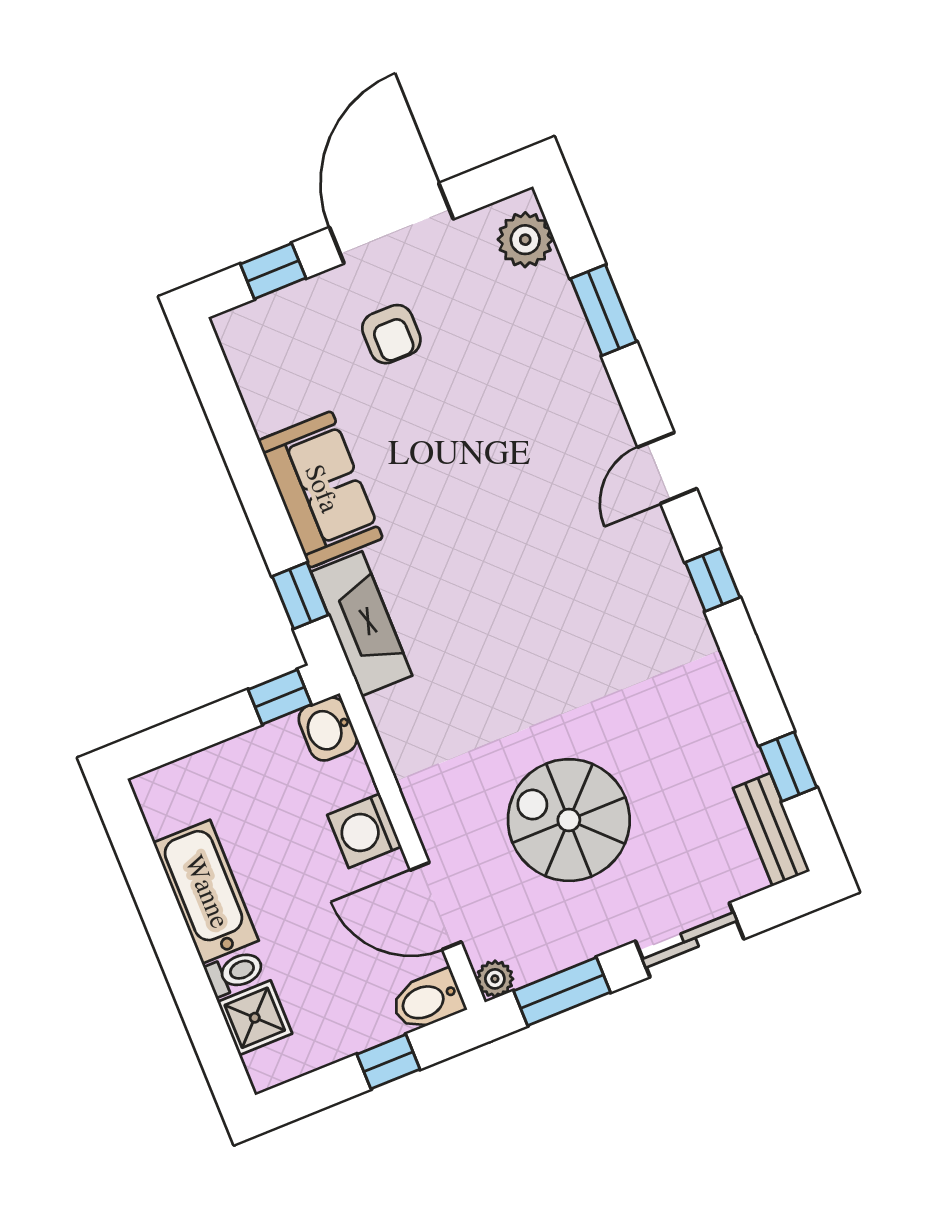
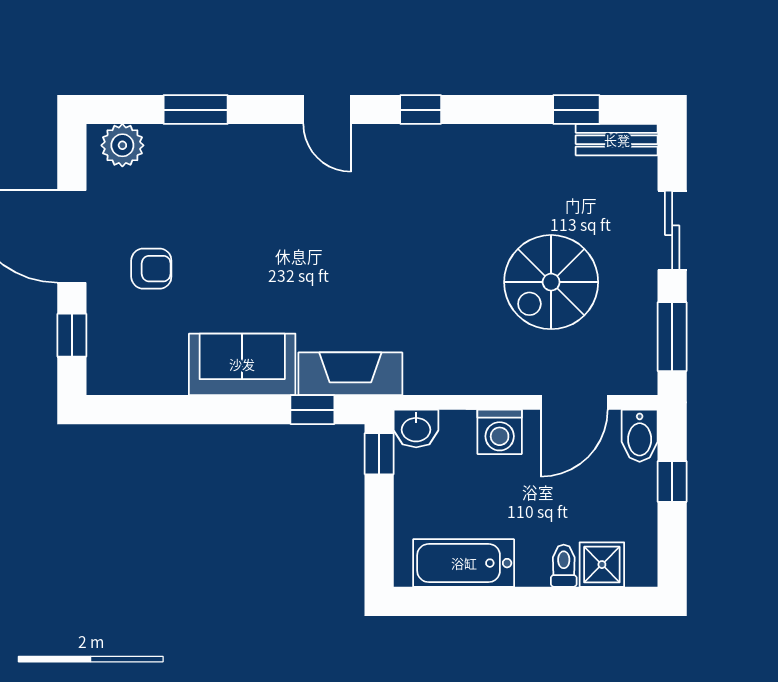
bathtub: (206, 892) -> (464, 563), moved
plant: (495, 979) -> (644, 381), removed

